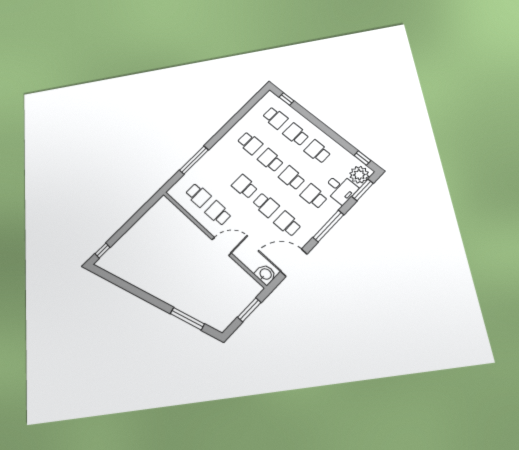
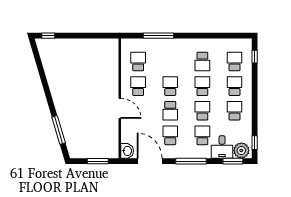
school desk: (275, 118) -> (234, 62), turned 180
school desk: (198, 195) -> (138, 62), turned 180

